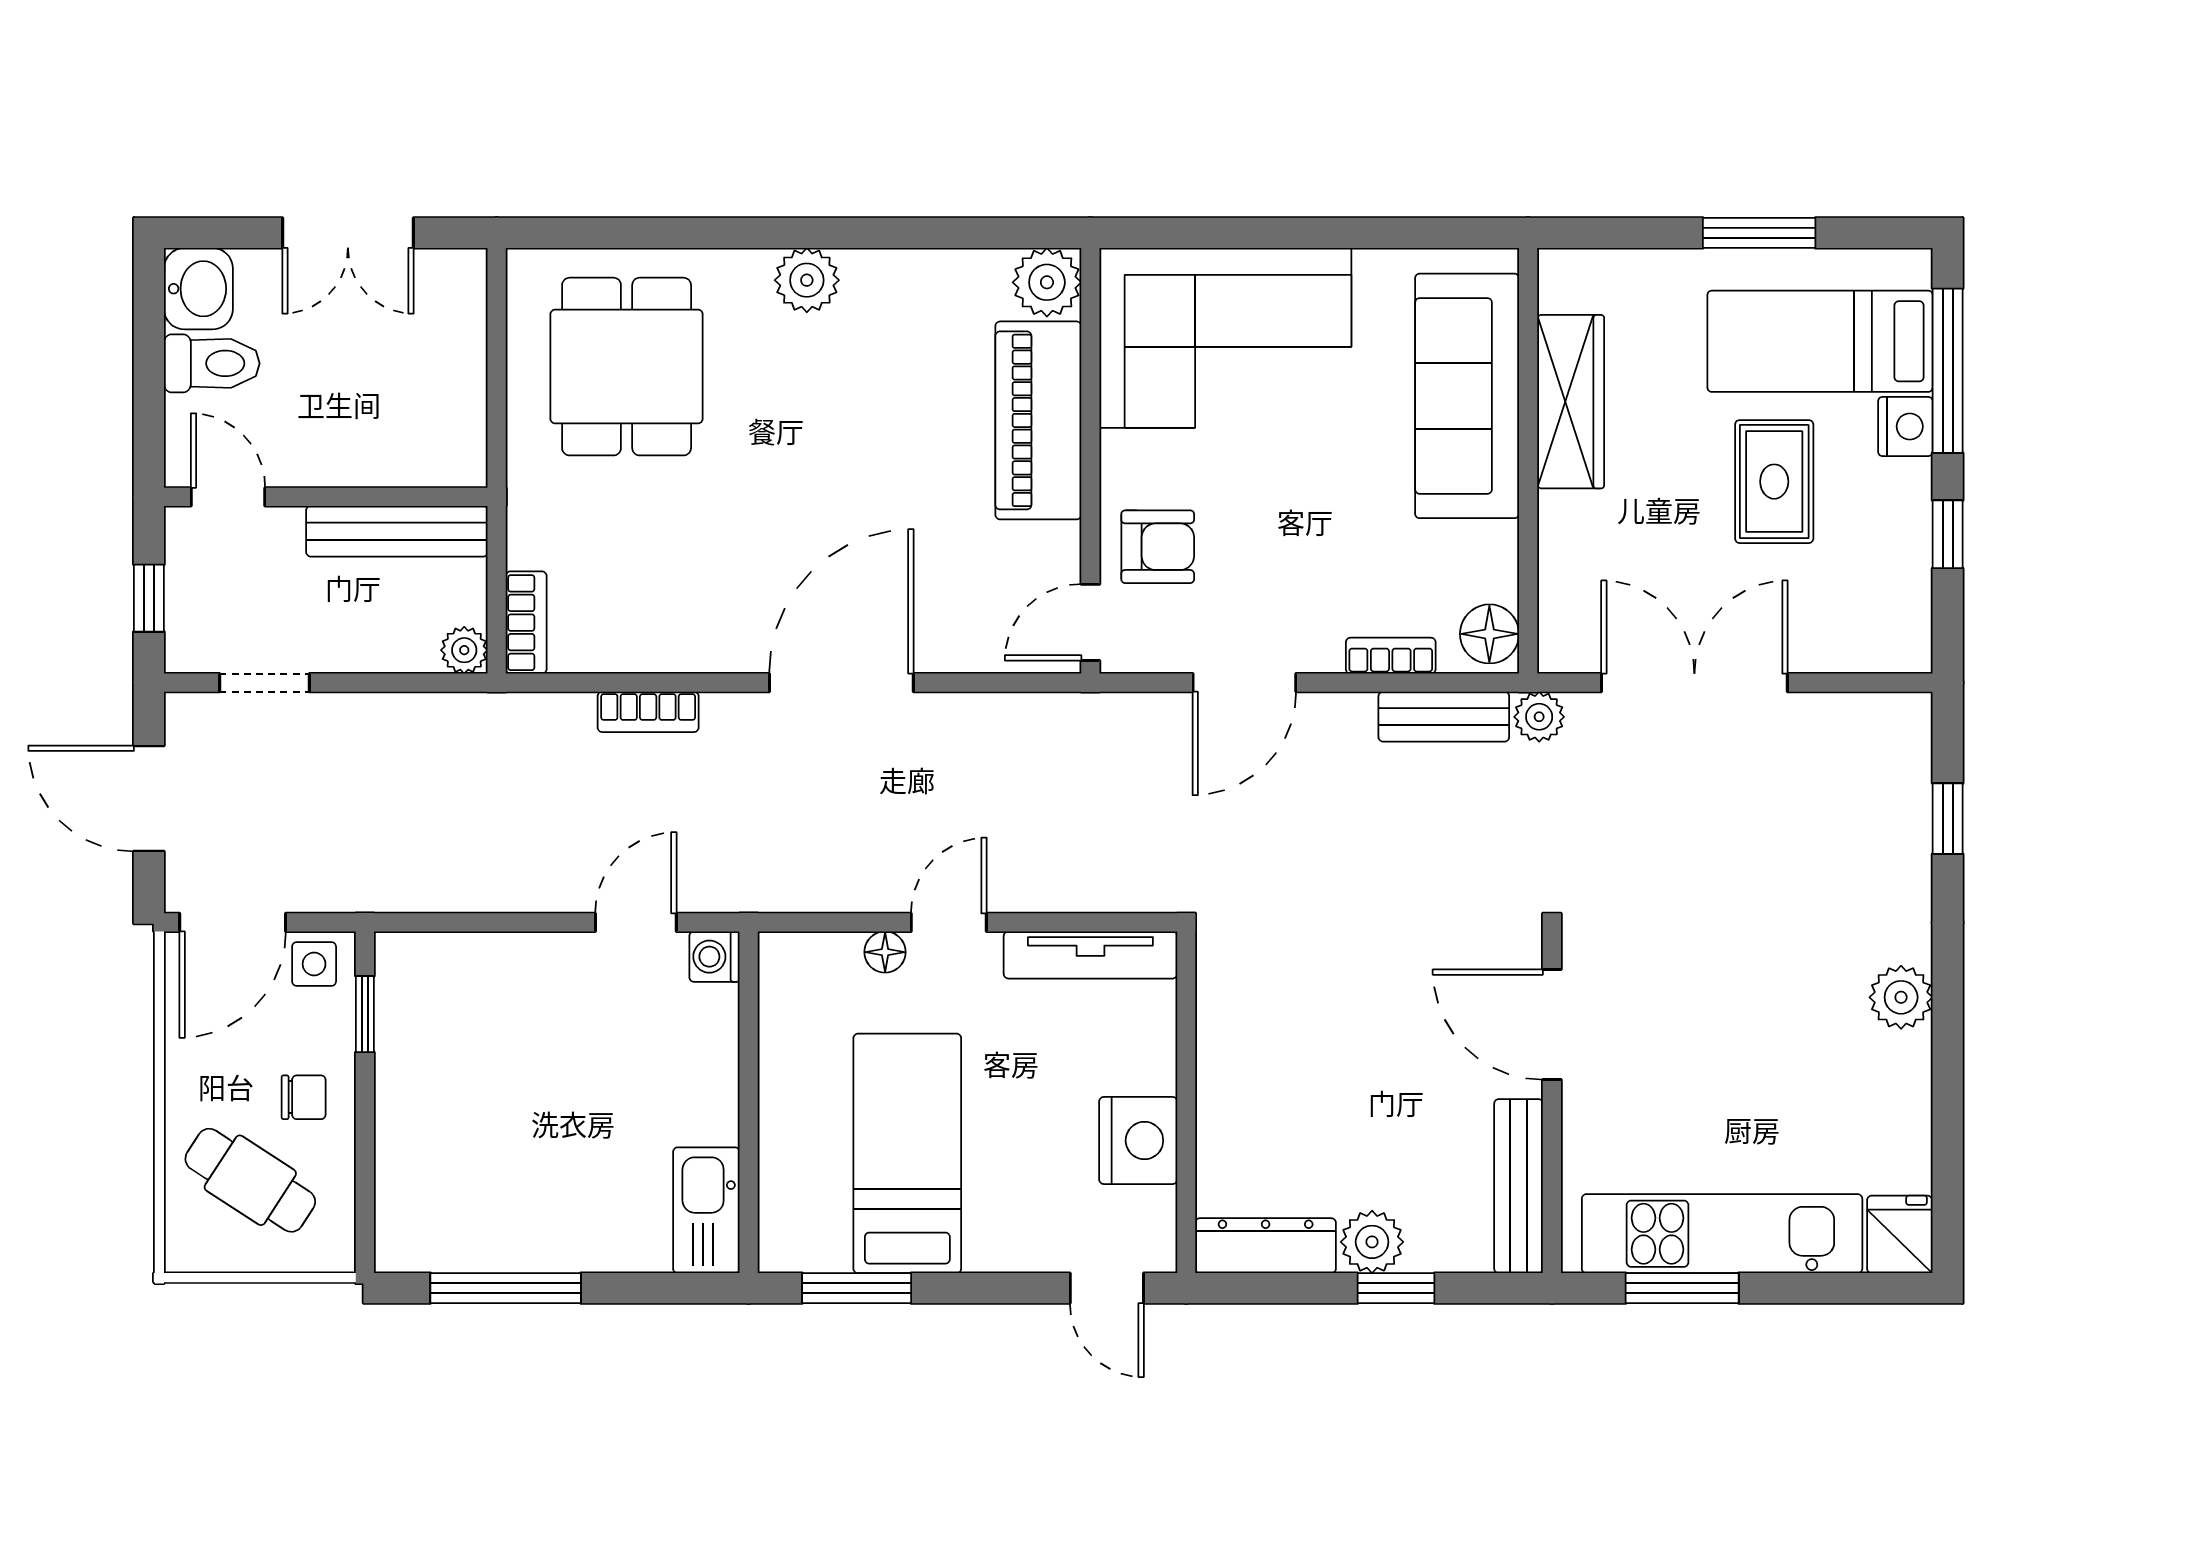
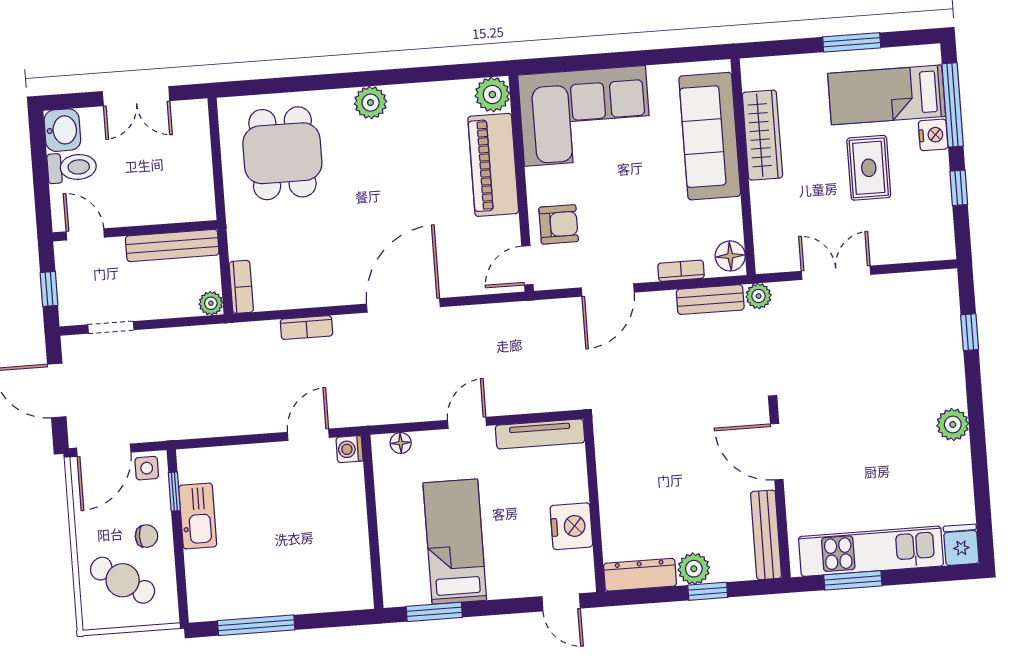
double door: (1694, 683) -> (836, 273), width x0.73
floor lamp: (885, 952) -> (401, 443), moved
kitchen sink: (706, 1210) -> (198, 516), moved, turned 180

